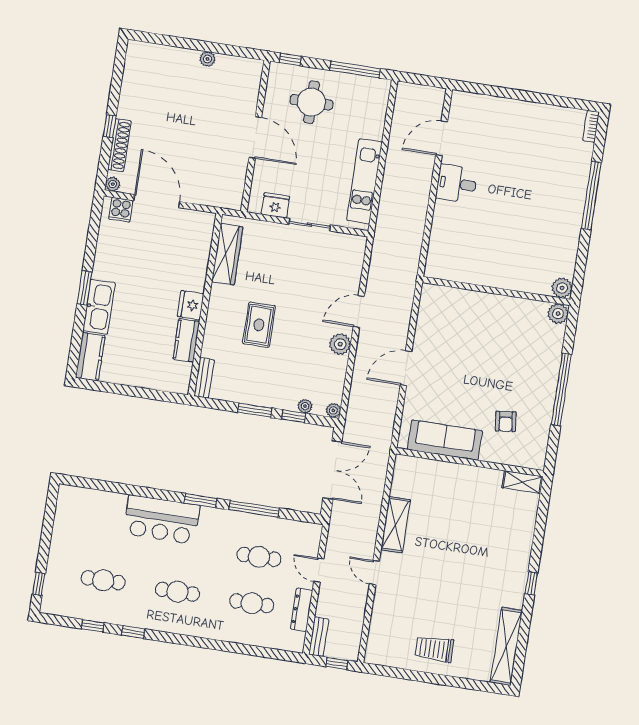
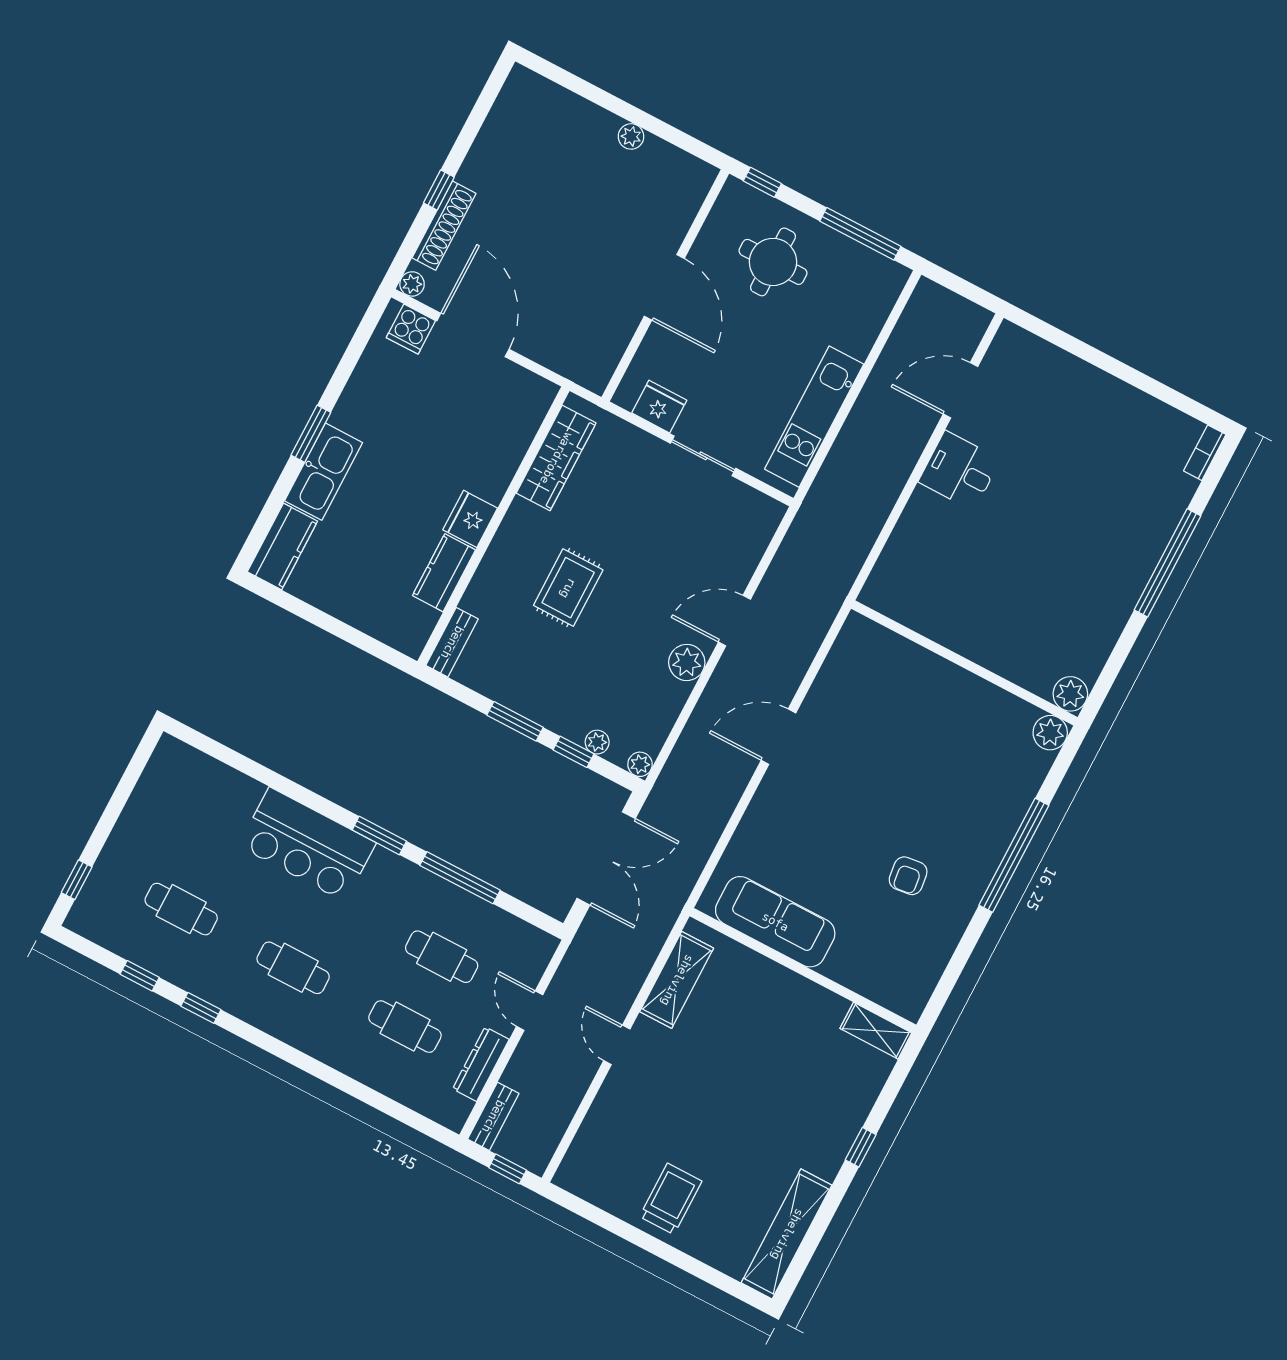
sofa: (445, 440) -> (775, 922), moved
wall: (470, 462) -> (803, 970), moved
shelving: (522, 482) -> (876, 1031), moved
trolley: (434, 649) -> (671, 1199), turned 91

